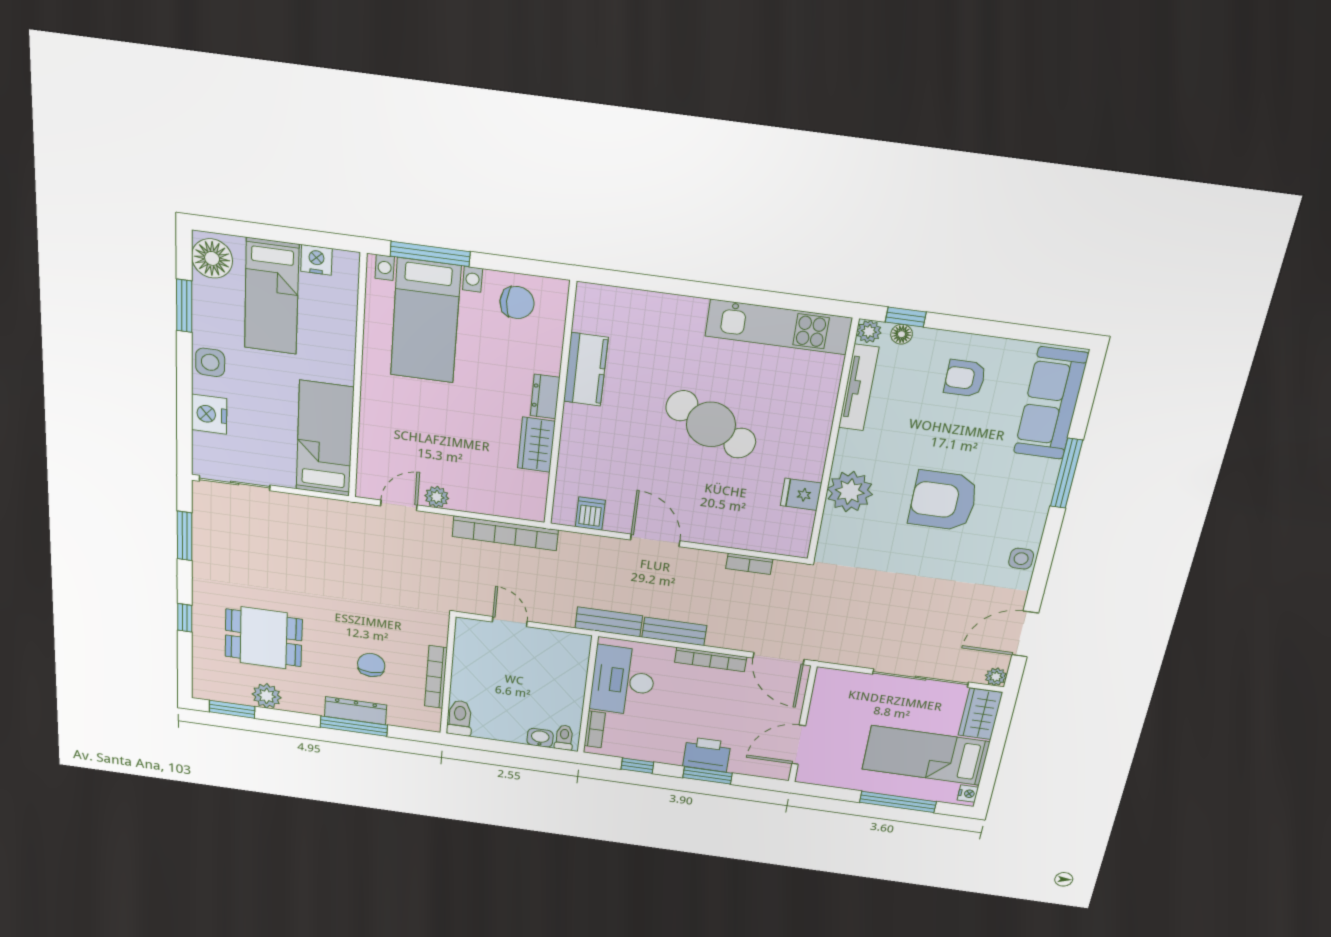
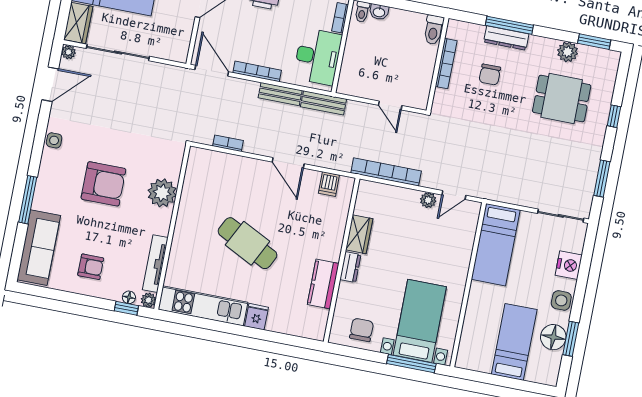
floor lamp: (212, 258) -> (553, 337), moved
nightstand: (316, 260) -> (482, 364), removed
chair: (517, 303) -> (362, 330), turned 90
fridge: (801, 494) -> (257, 317), moved, turned -90

